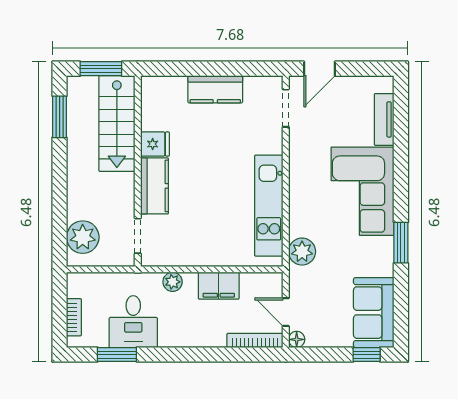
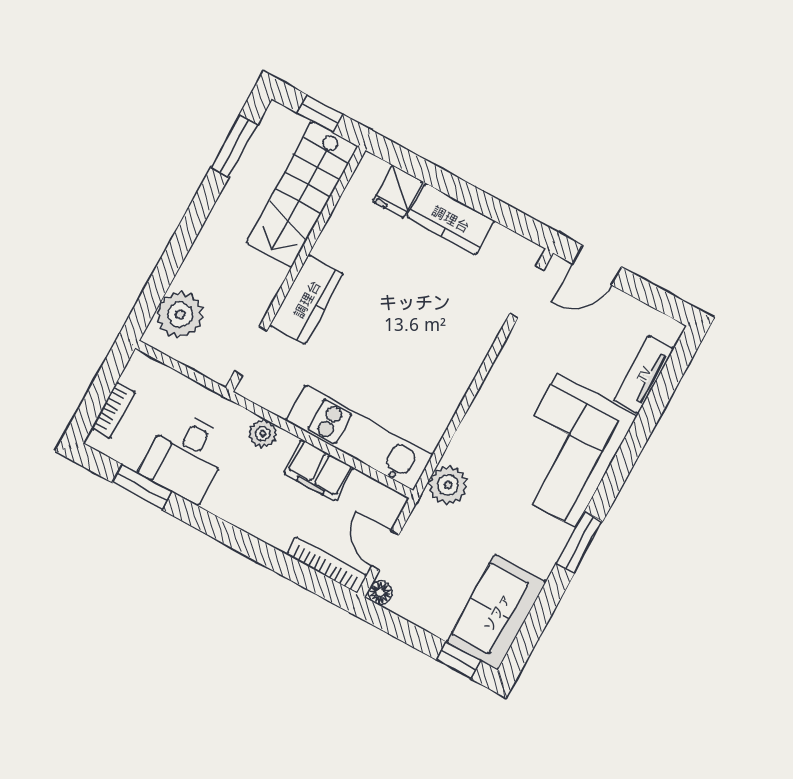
window: (101, 69) -> (320, 114), width x0.67
fridge: (155, 144) -> (398, 191), moved, turned 90
kitchen unit: (269, 206) -> (359, 438), moved, turned 90

